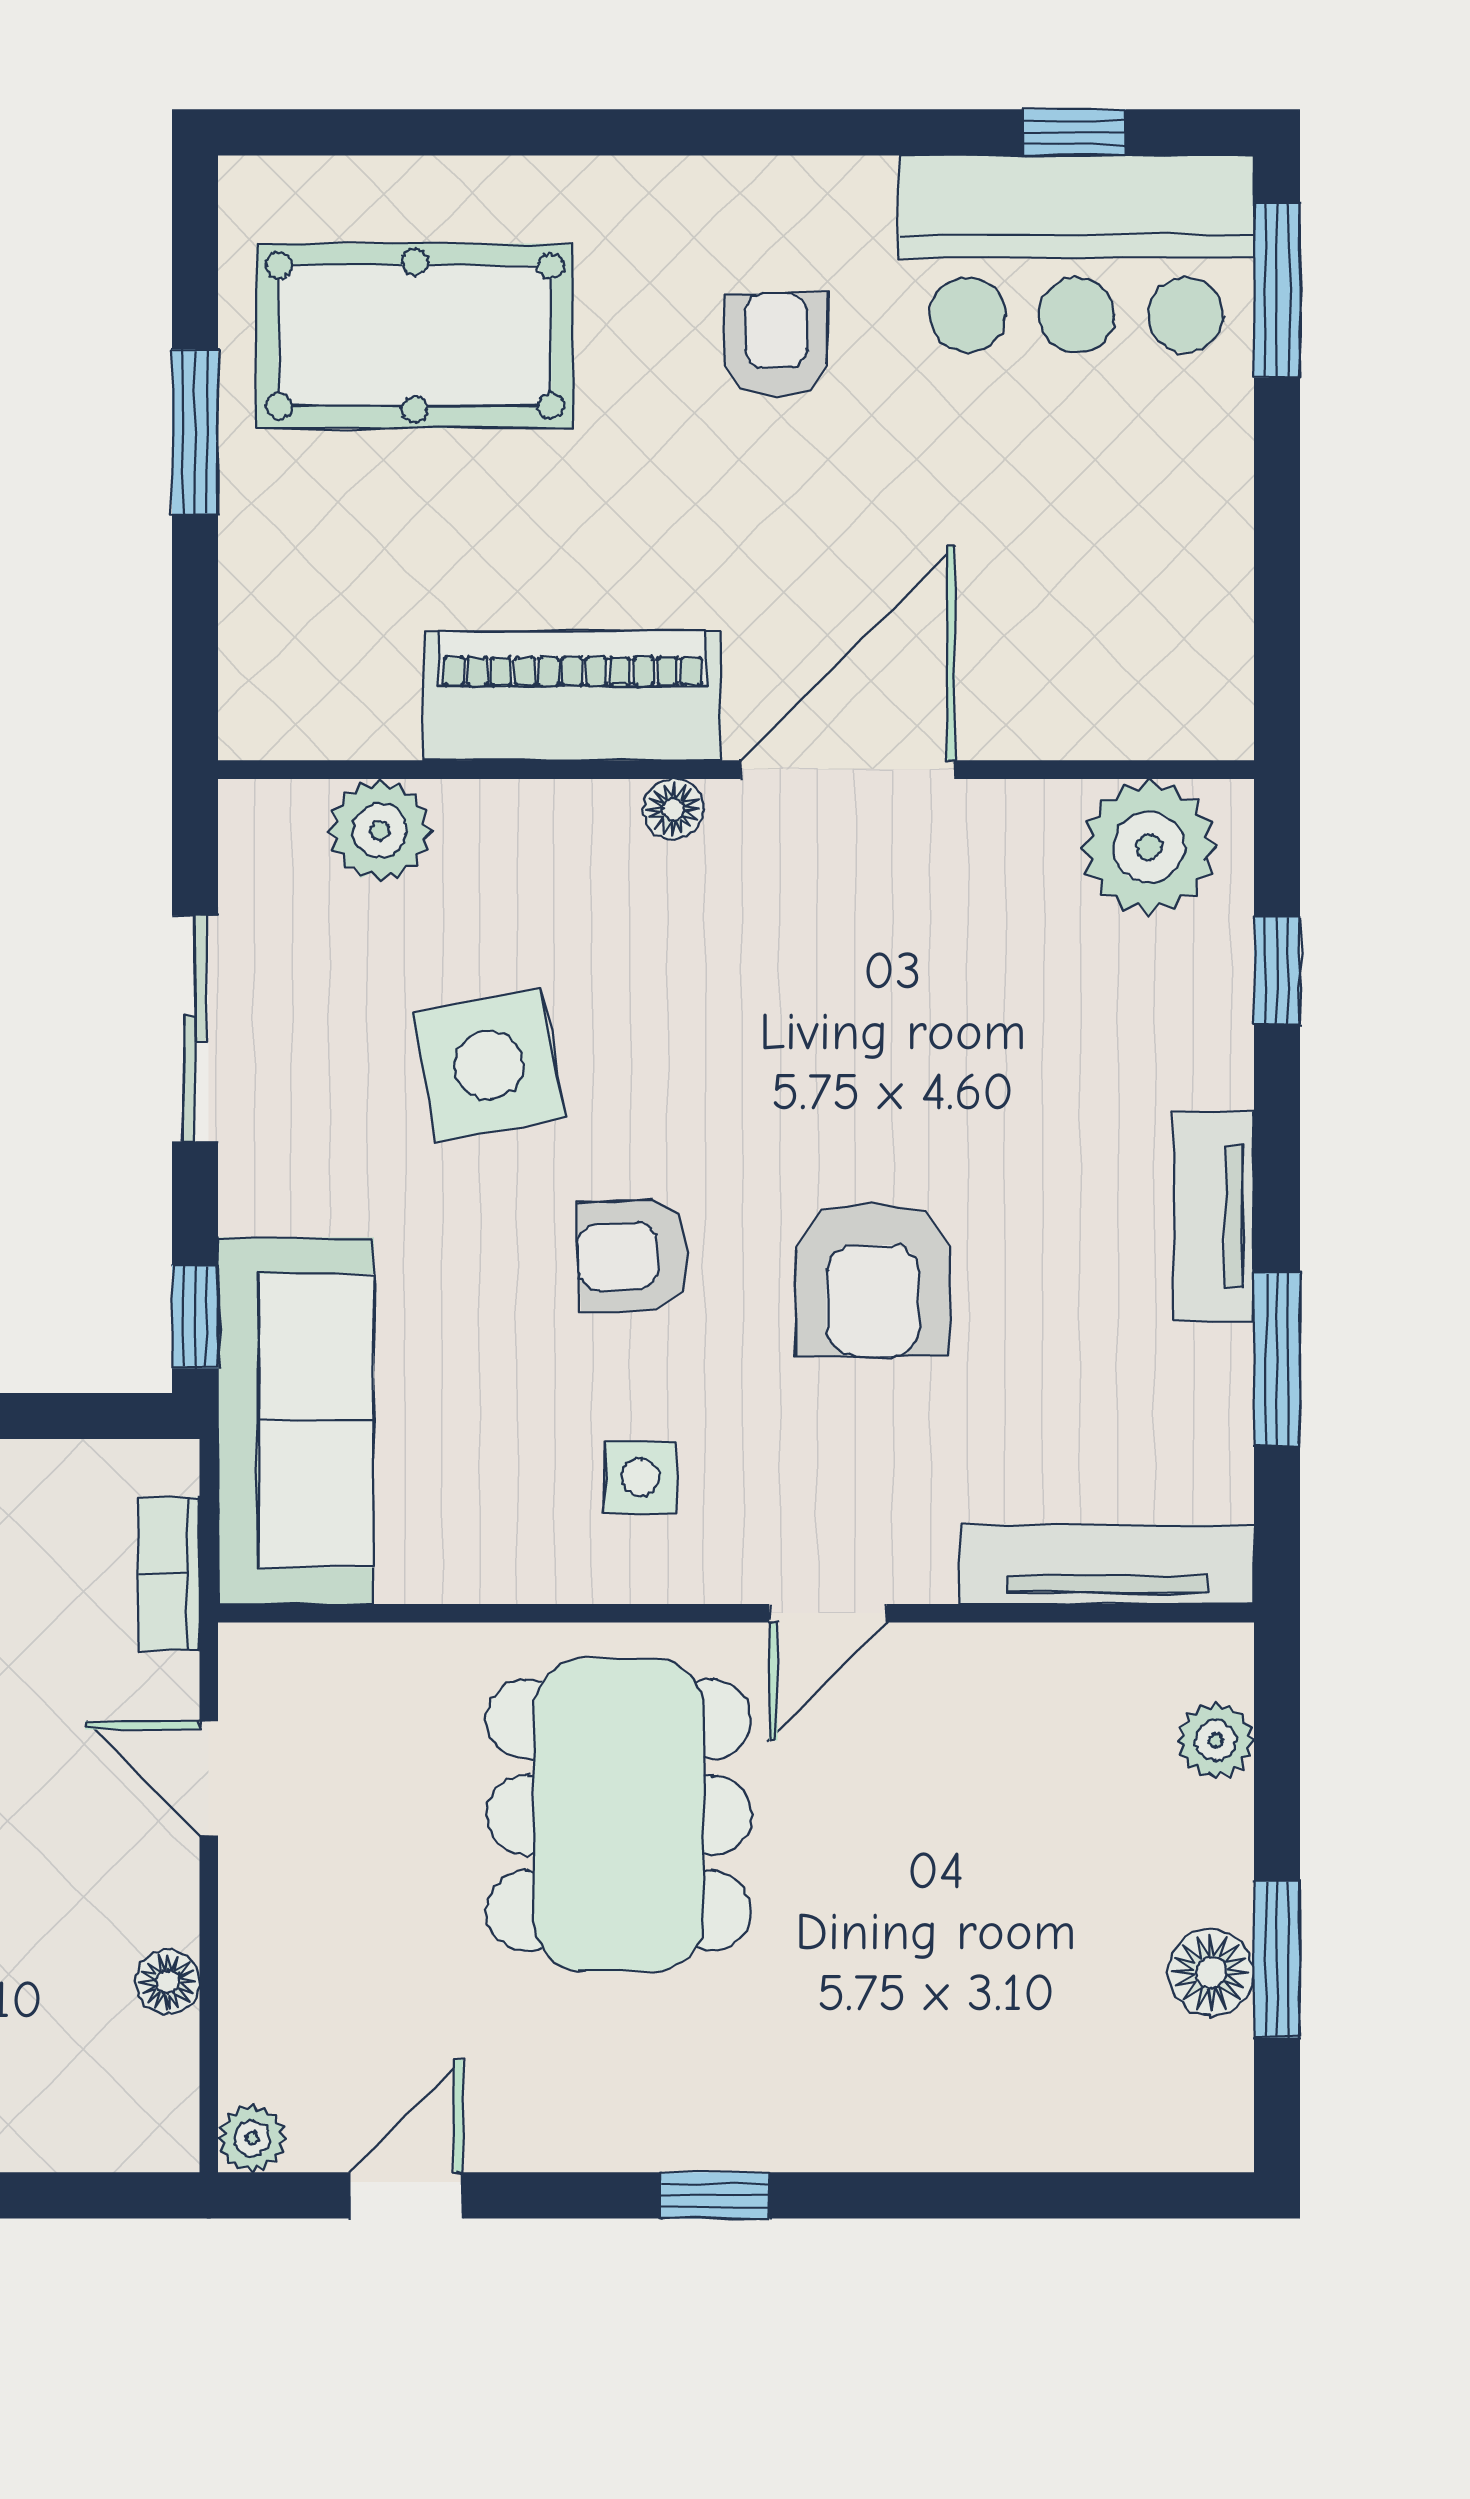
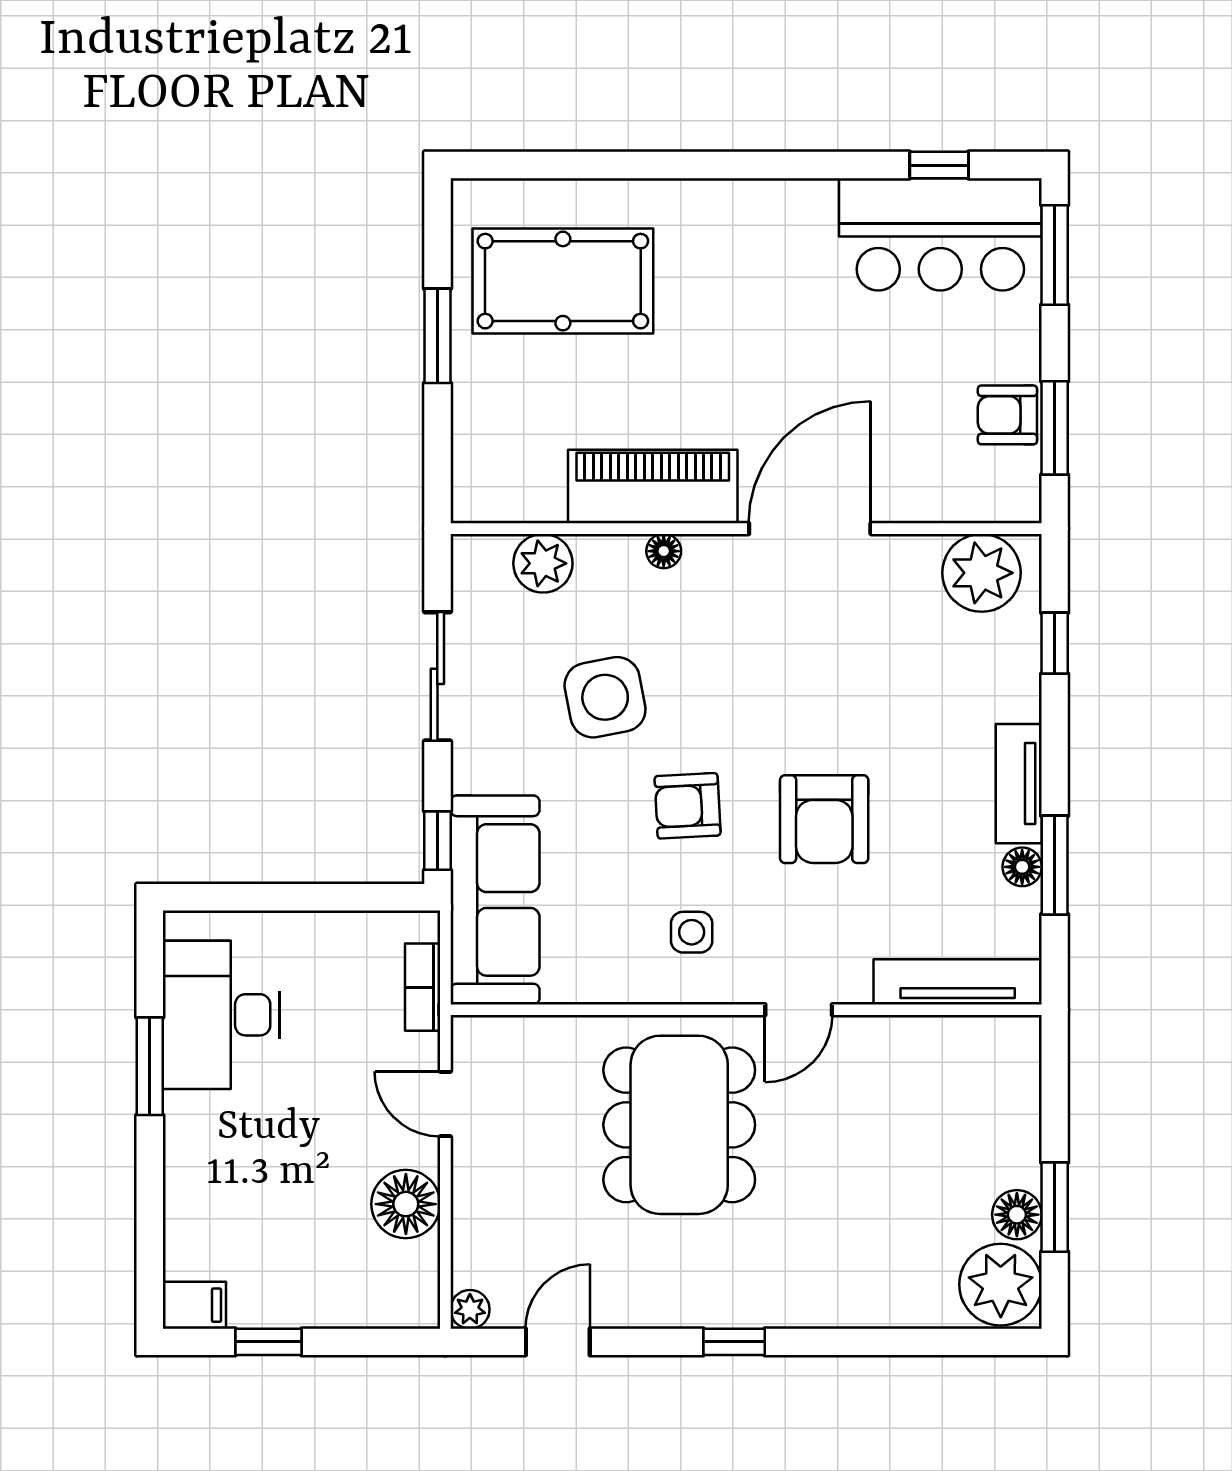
armchair: (776, 345) -> (1007, 415), moved, turned -90
window: (1277, 593) -> (1055, 428), added
floor lamp: (673, 809) -> (664, 551), moved
floor lamp: (1220, 1363) -> (1022, 867), added
plant: (1216, 1741) -> (1001, 1285), moved, width x1.88, depth x1.88
floor lamp: (168, 1982) -> (406, 1204), width x1.89, depth x1.89

